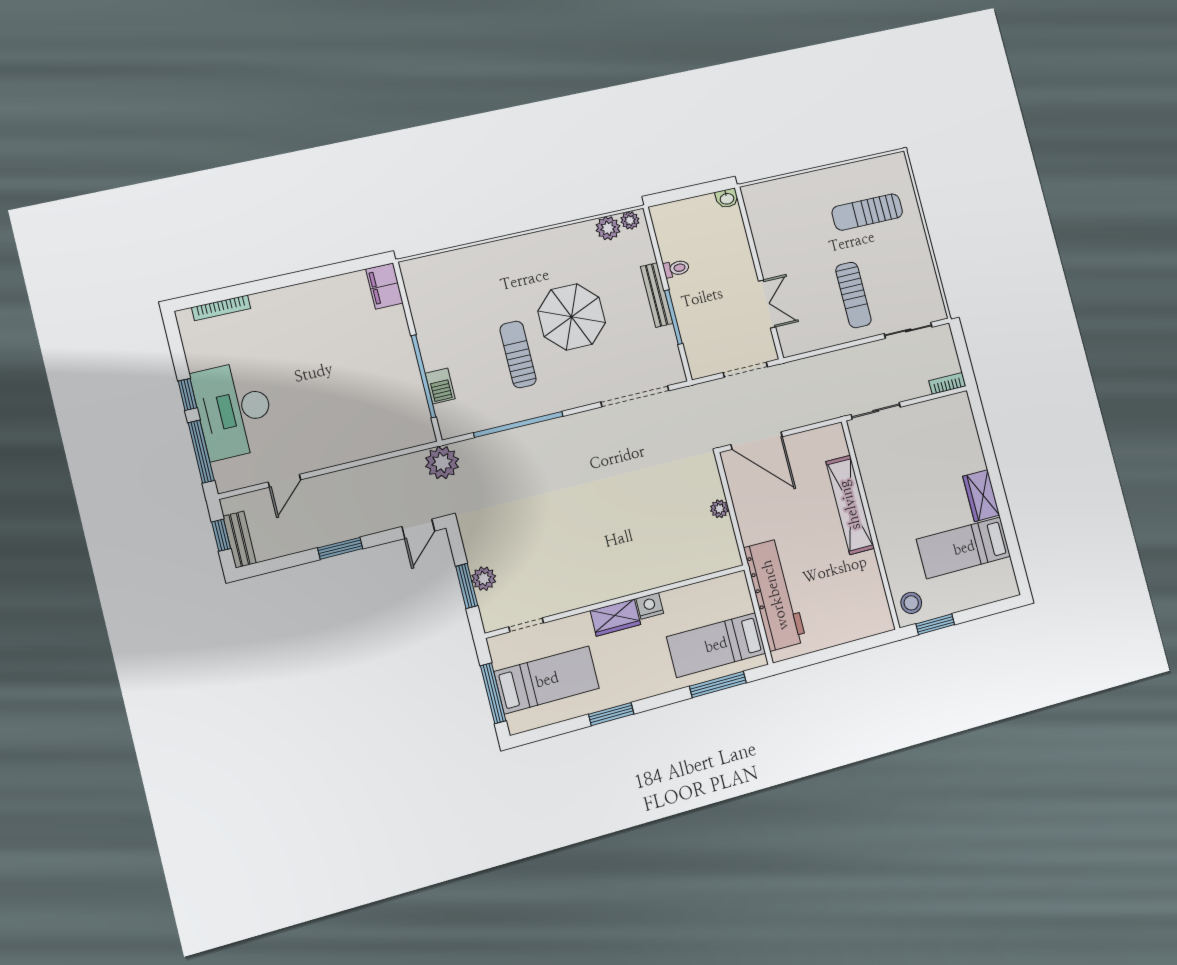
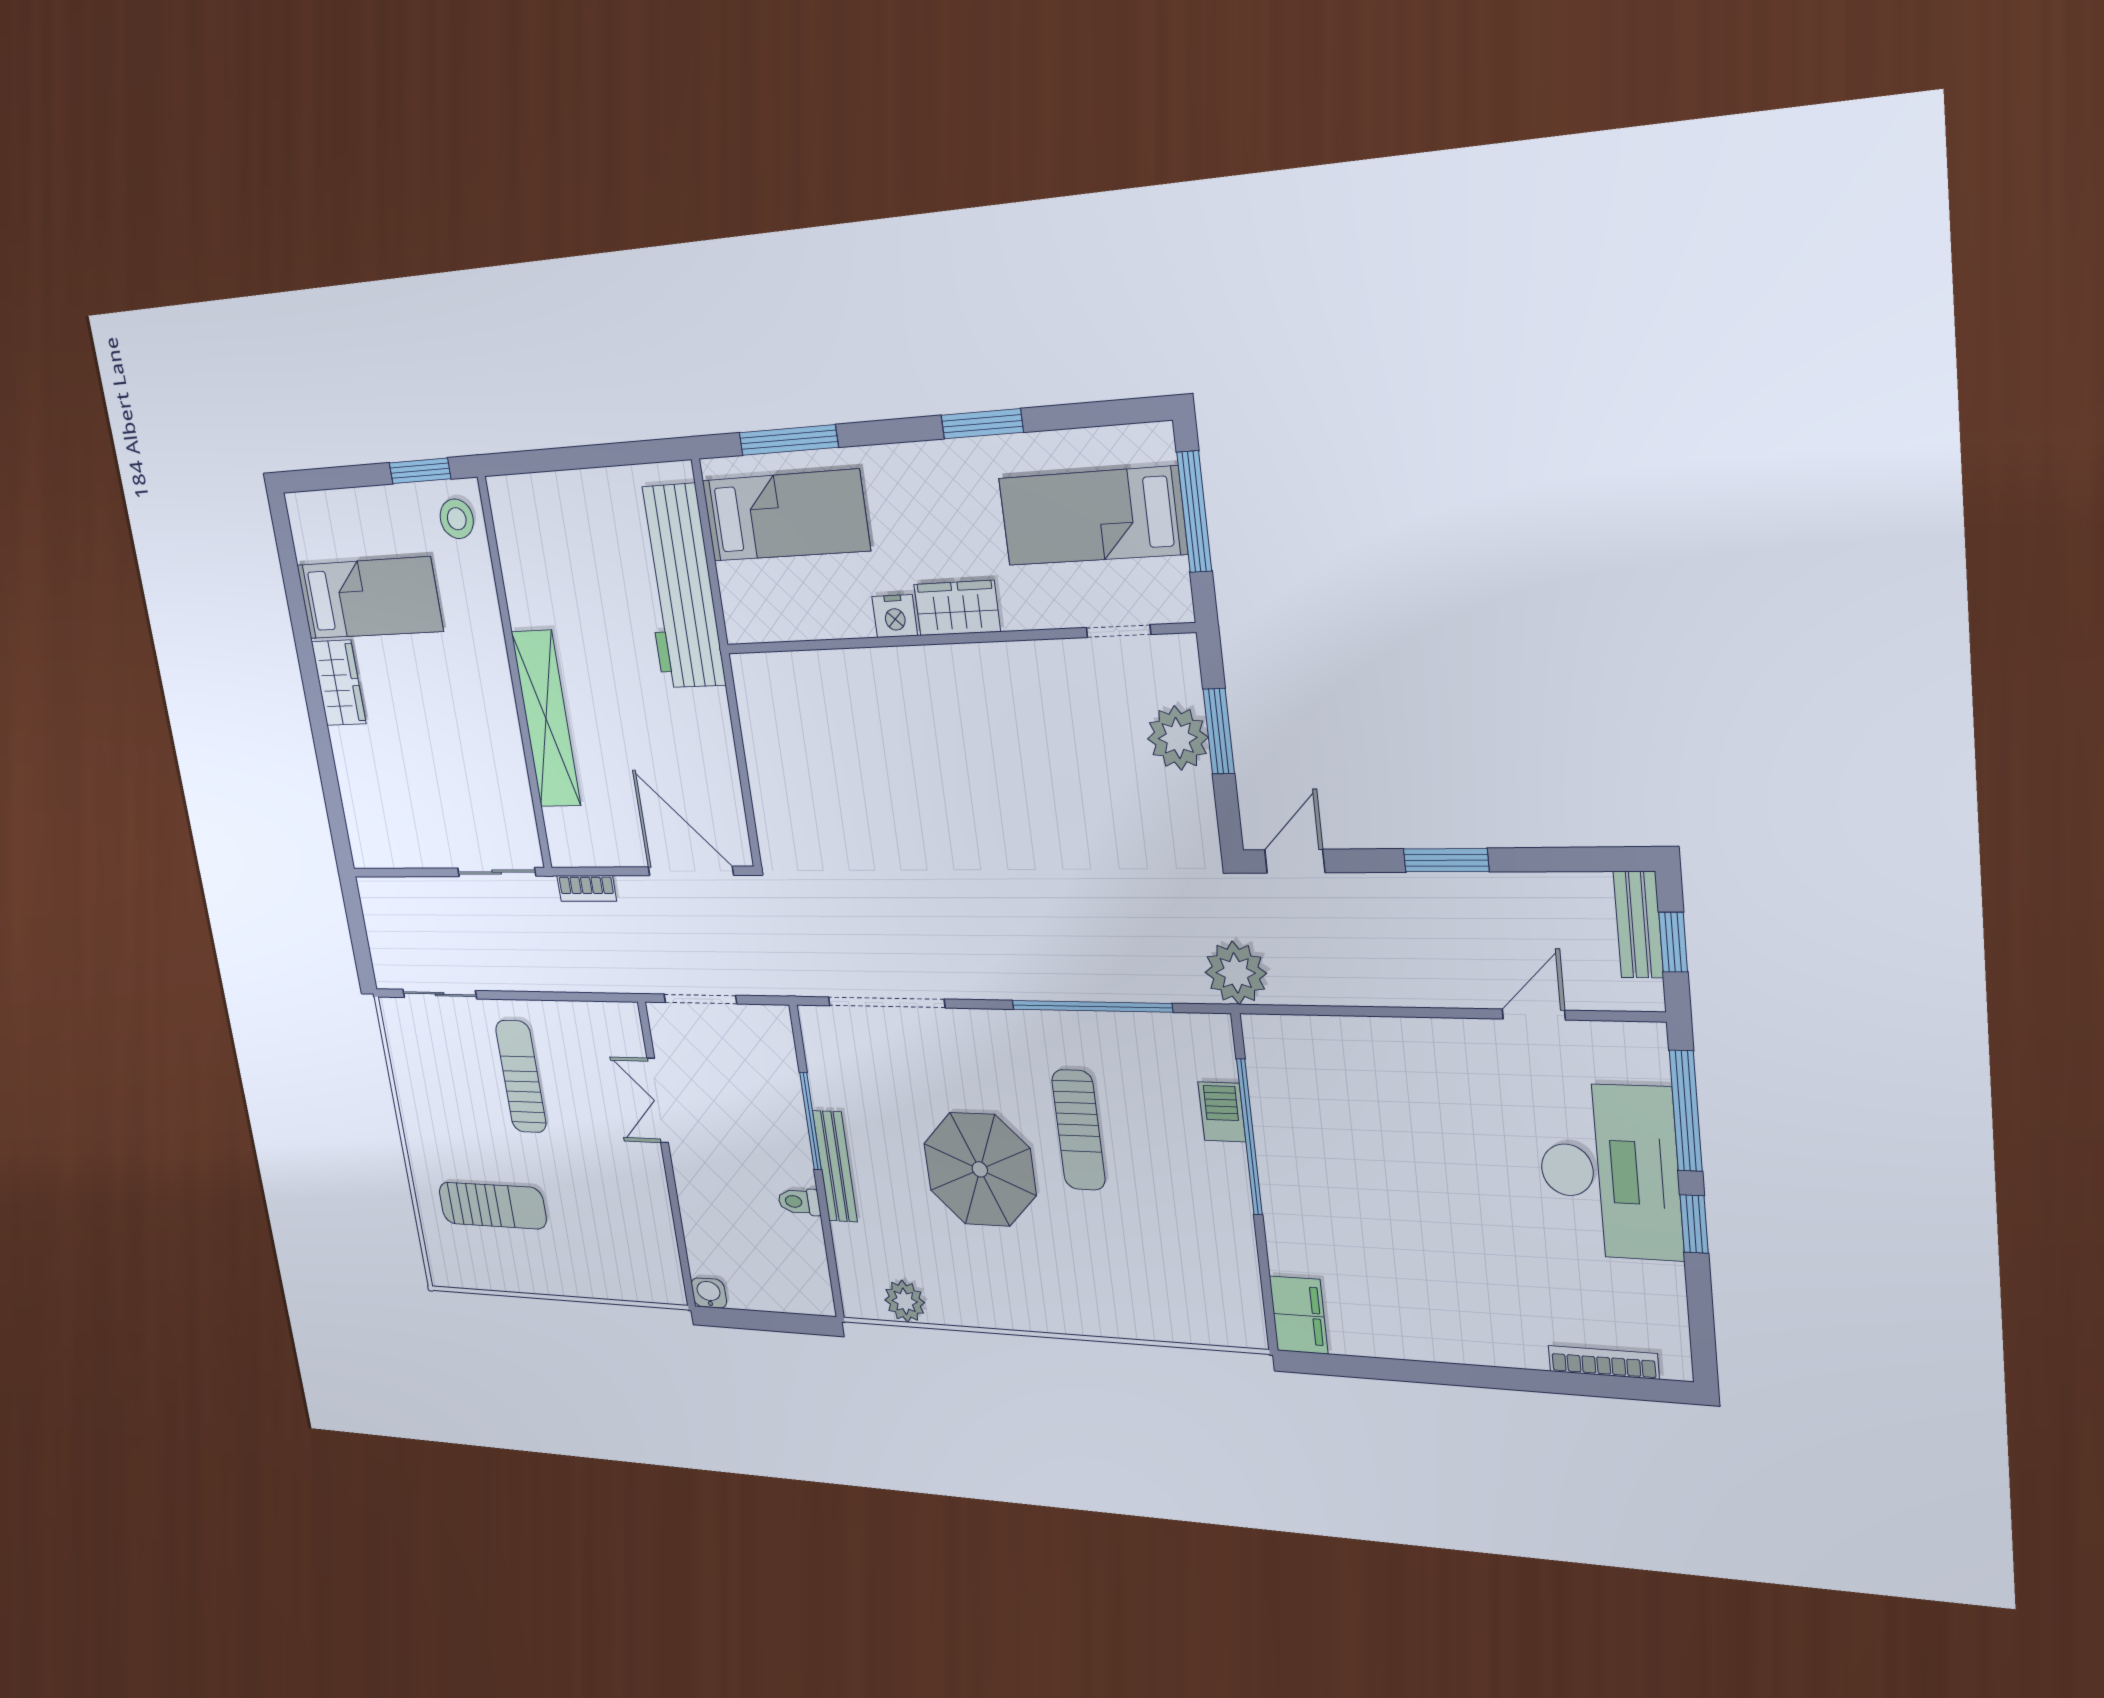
plant: (630, 220) -> (867, 1304), removed
bookcase: (947, 383) -> (587, 888), moved
plant: (719, 509) -> (761, 766), removed
plant: (484, 579) -> (1178, 738), width x1.36, depth x1.36

